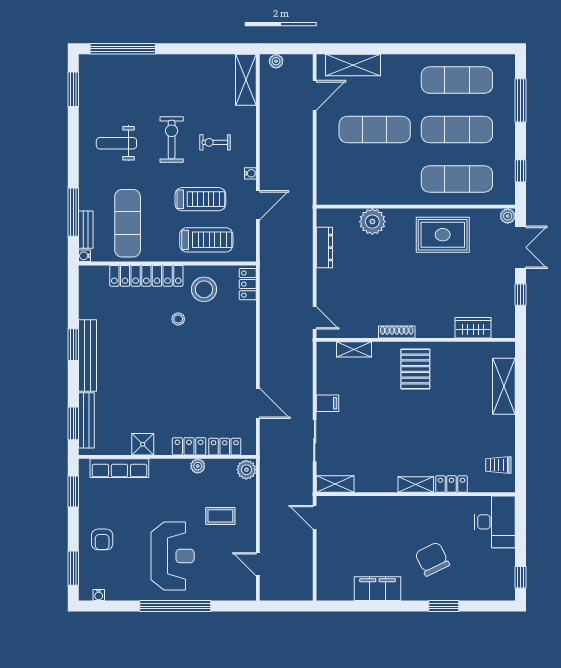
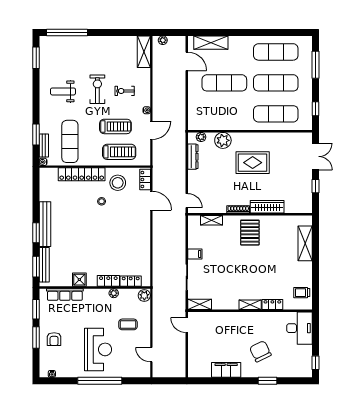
door: (315, 95) -> (187, 61), hinge flipped
window: (73, 212) -> (36, 135), width x0.69
plant: (508, 216) -> (201, 137), moved
rug: (443, 235) -> (253, 163), moved
wardrobe: (473, 328) -> (267, 207), moved, width x1.50
window: (73, 345) -> (36, 233), moved
door: (258, 403) -> (151, 201), moved
window: (73, 568) -> (36, 337), moved

